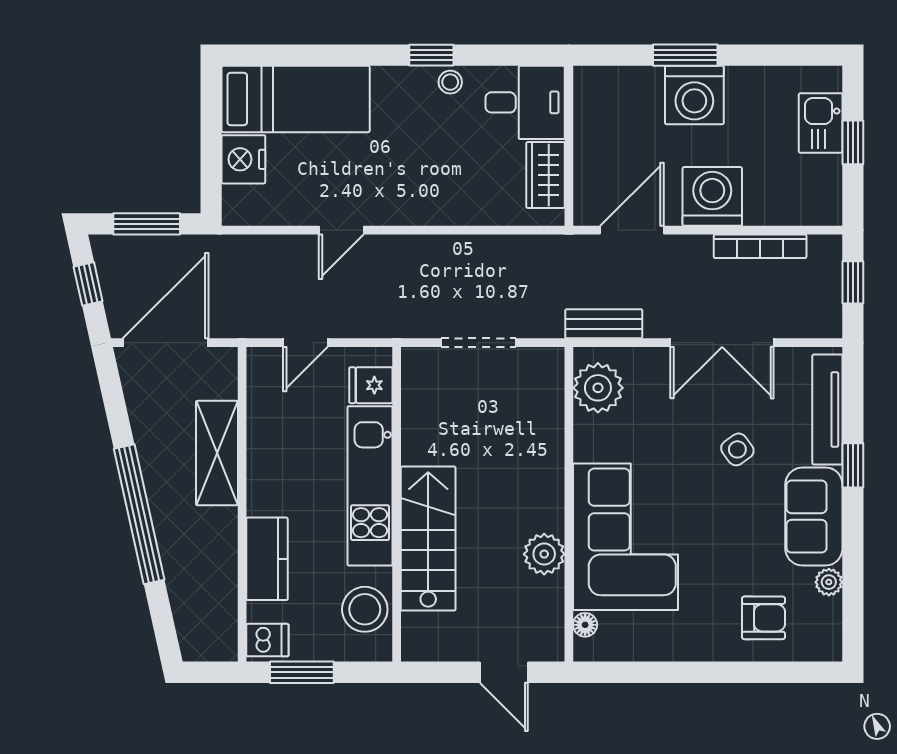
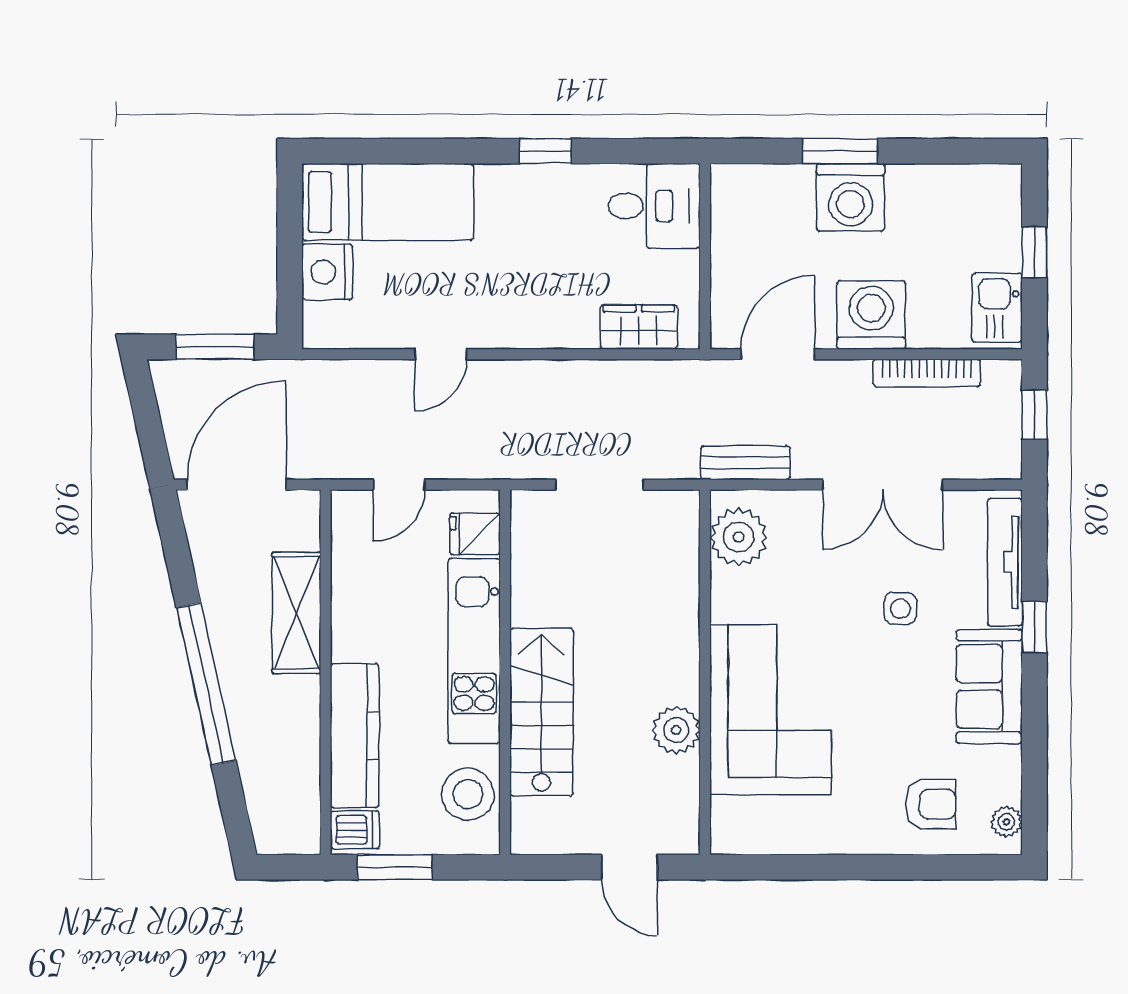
stool: (450, 82) -> (567, 182), removed
kitchen sink: (821, 123) -> (997, 308), moved
wardrobe: (546, 175) -> (639, 327), moved, turned 90
window: (88, 284) -> (147, 417), removed
side table: (737, 449) -> (900, 609), turned 36
kitchen counter: (267, 559) -> (354, 736), width x1.50
plant: (829, 582) -> (1006, 822), moved
floor lamp: (585, 625) -> (724, 812), removed

